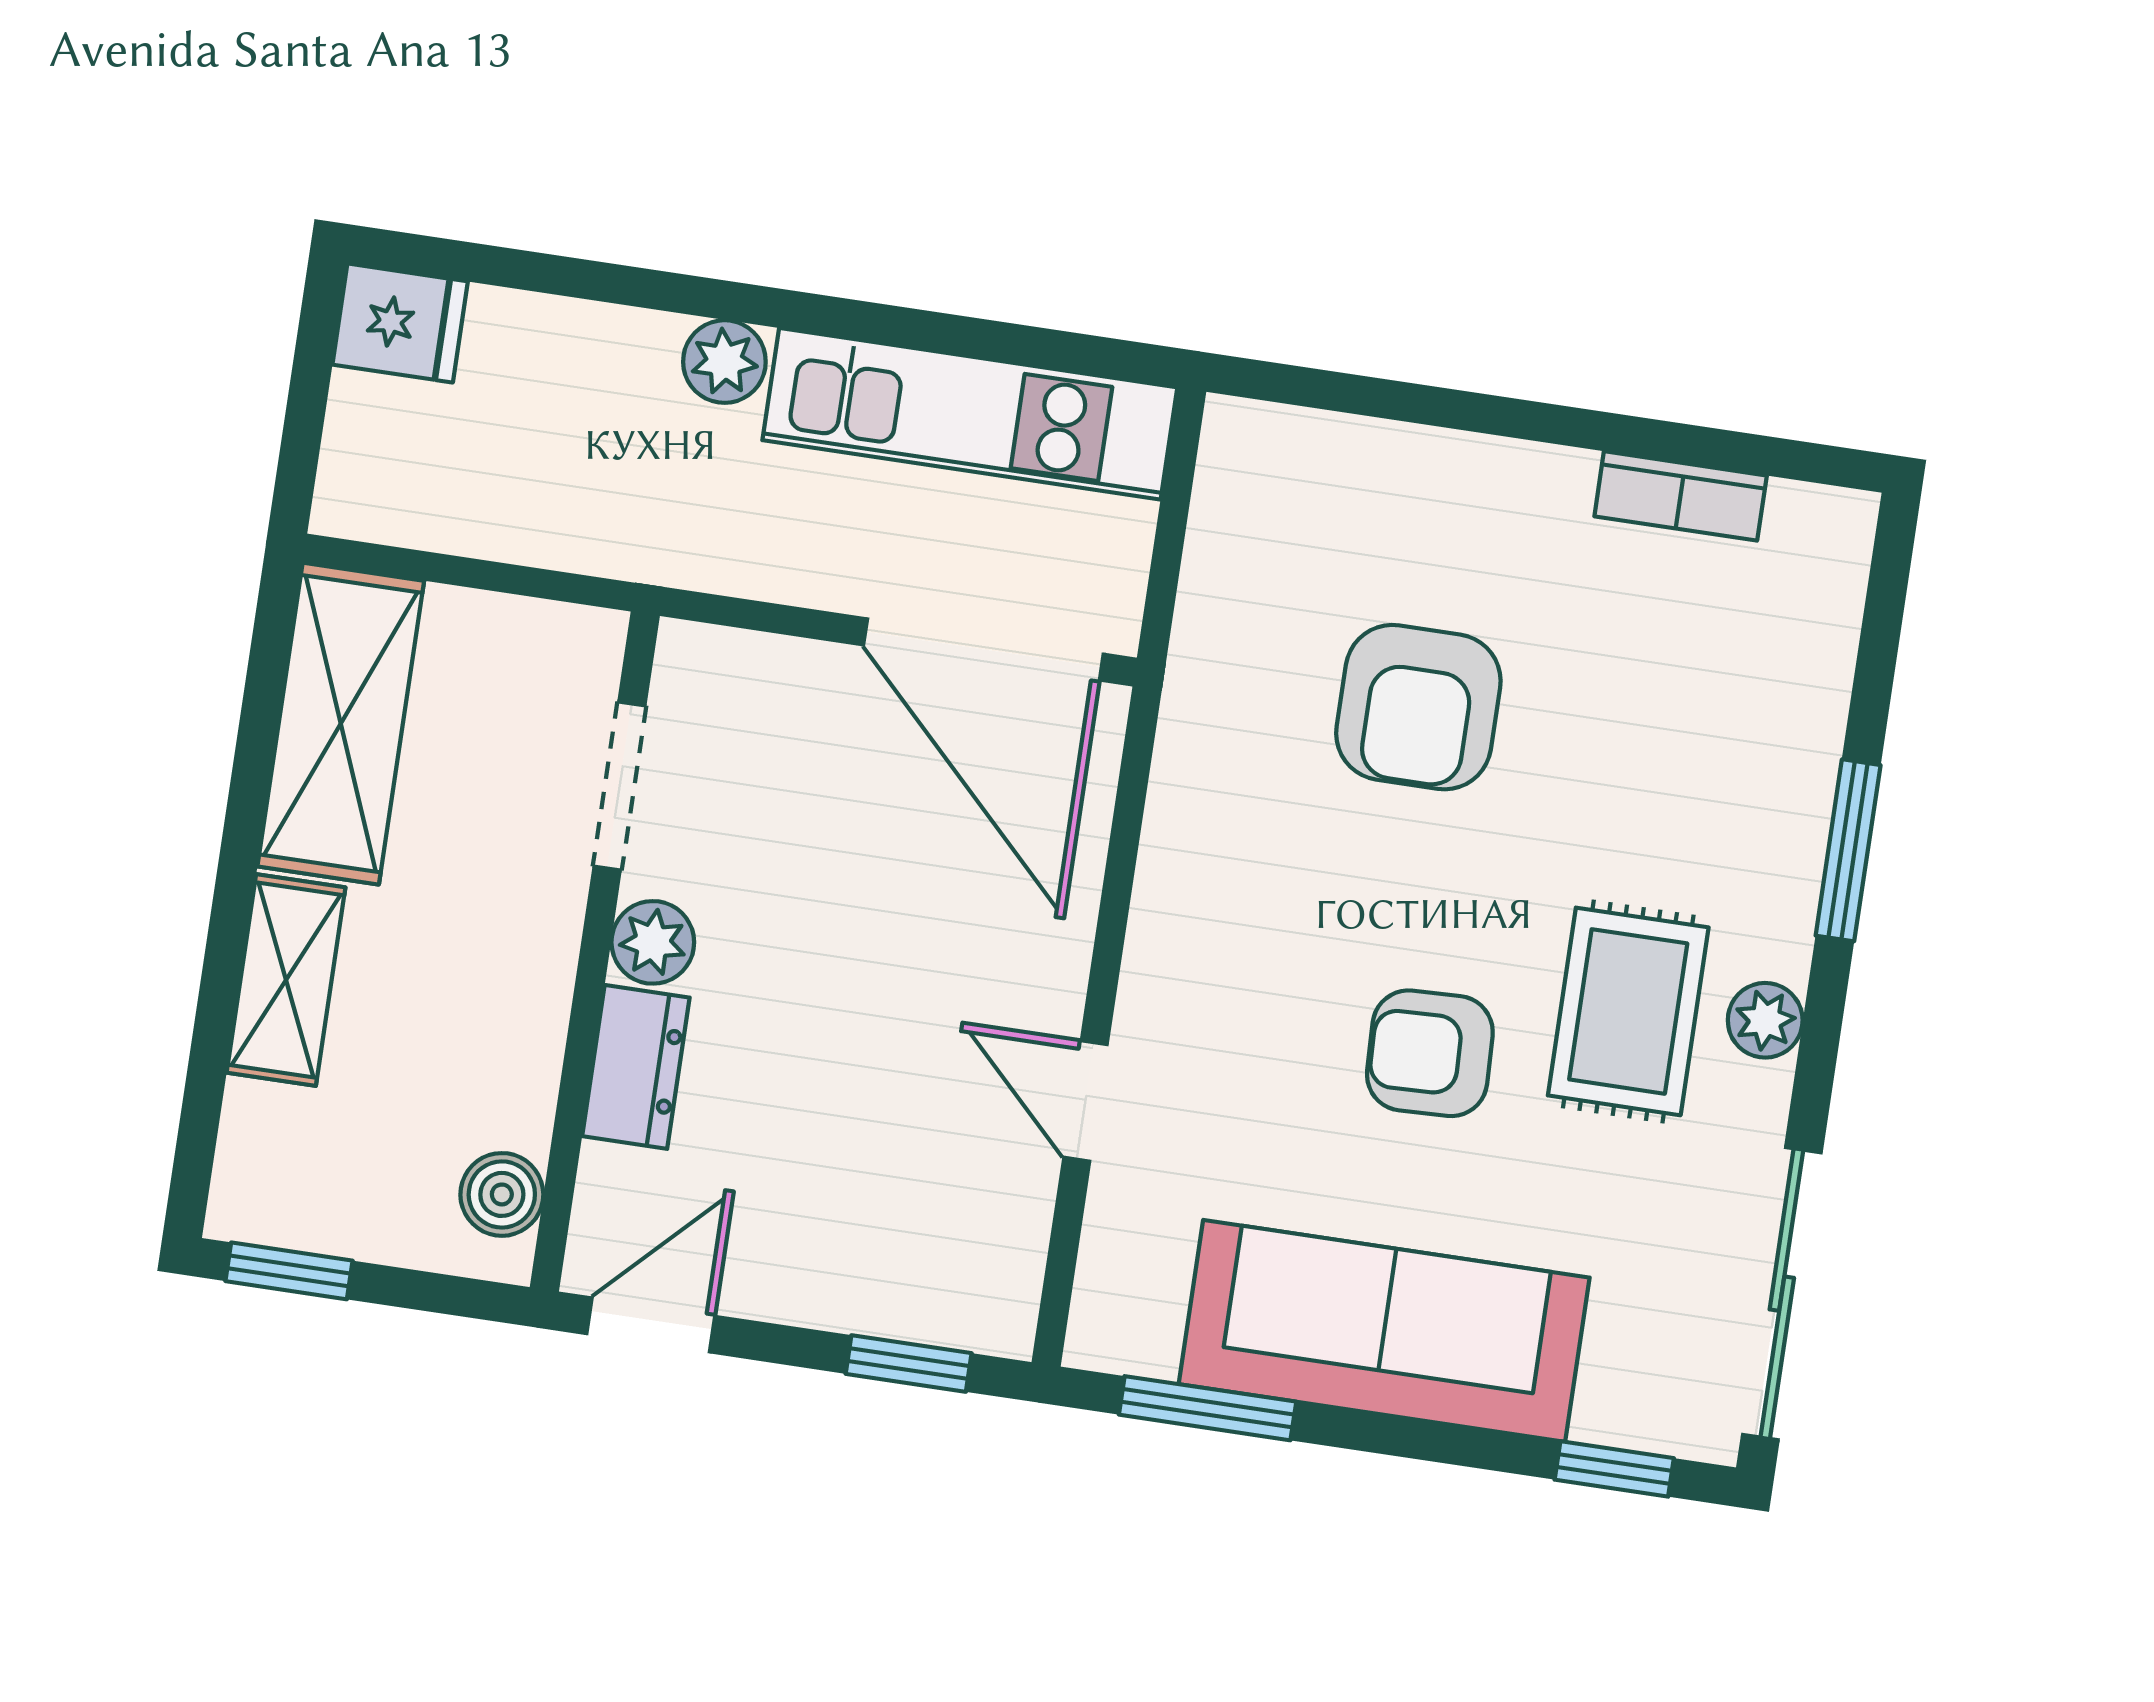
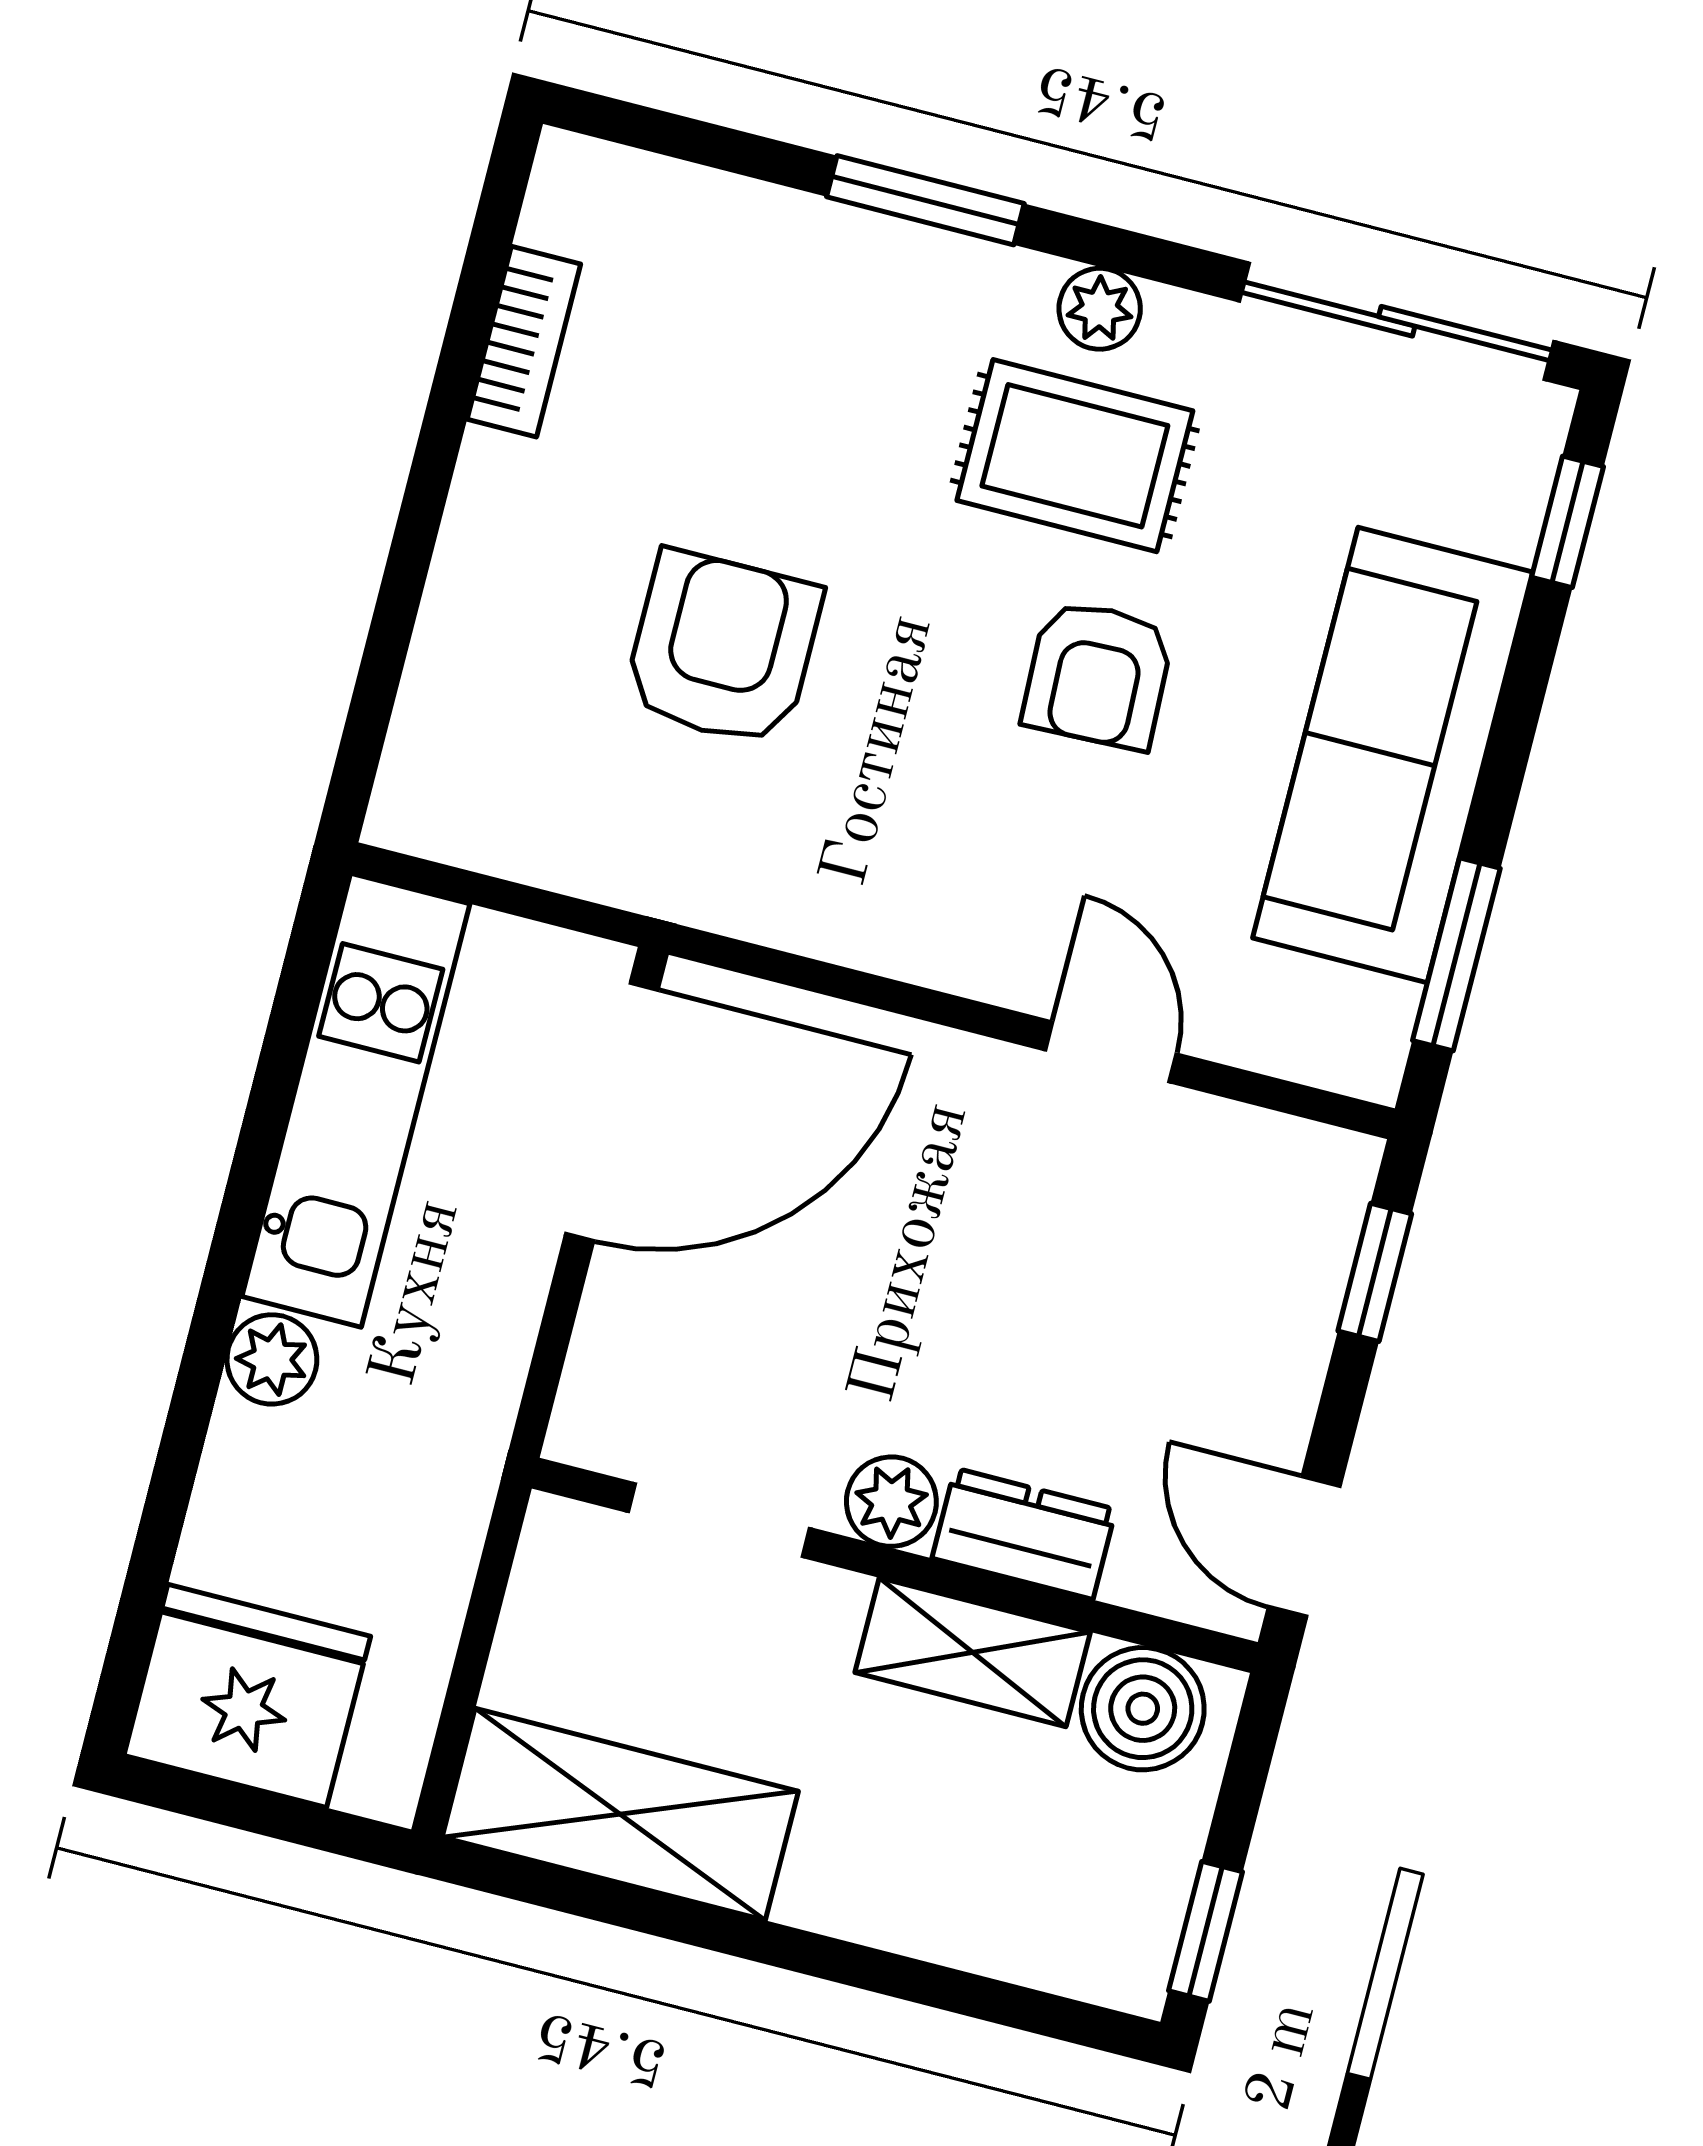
fridge: (400, 323) -> (247, 1696), width x1.88, depth x1.34
armchair: (1418, 707) -> (723, 648), turned -90
shelving: (286, 980) -> (973, 1652), moved
door: (1086, 1101) -> (1111, 1052), swing flipped
boiler: (502, 1194) -> (1143, 1709), width x1.36, depth x1.36

